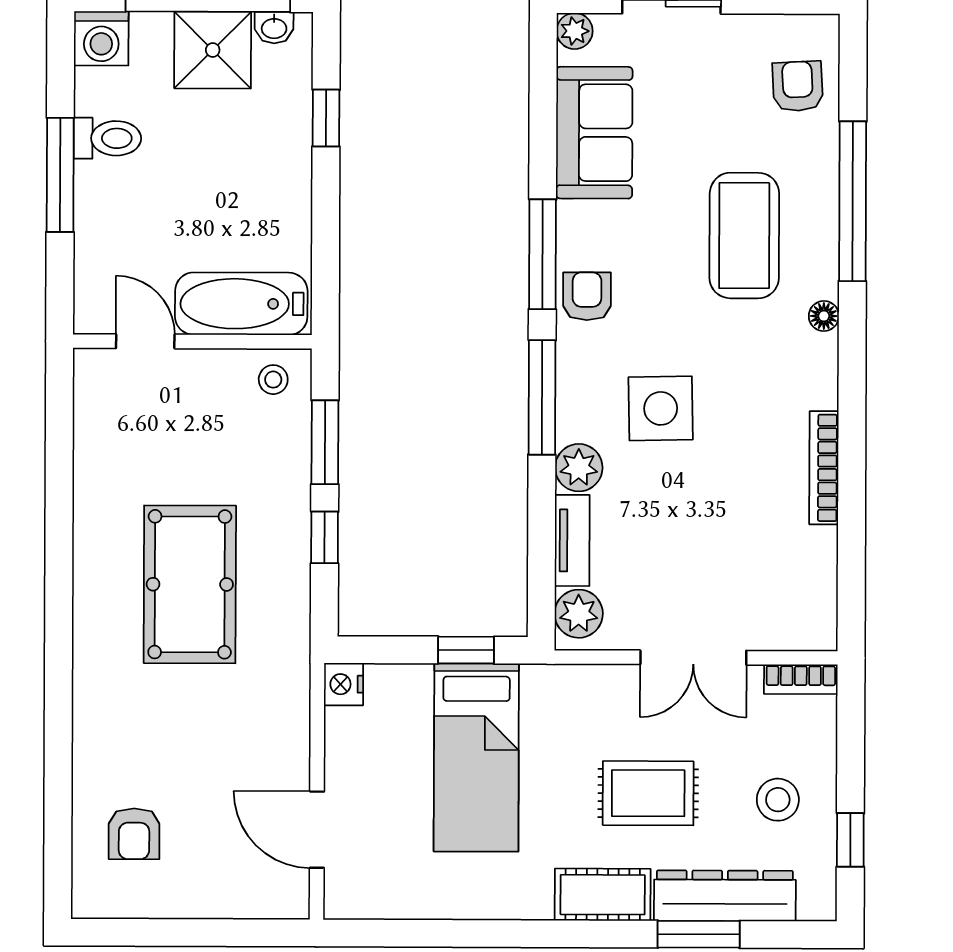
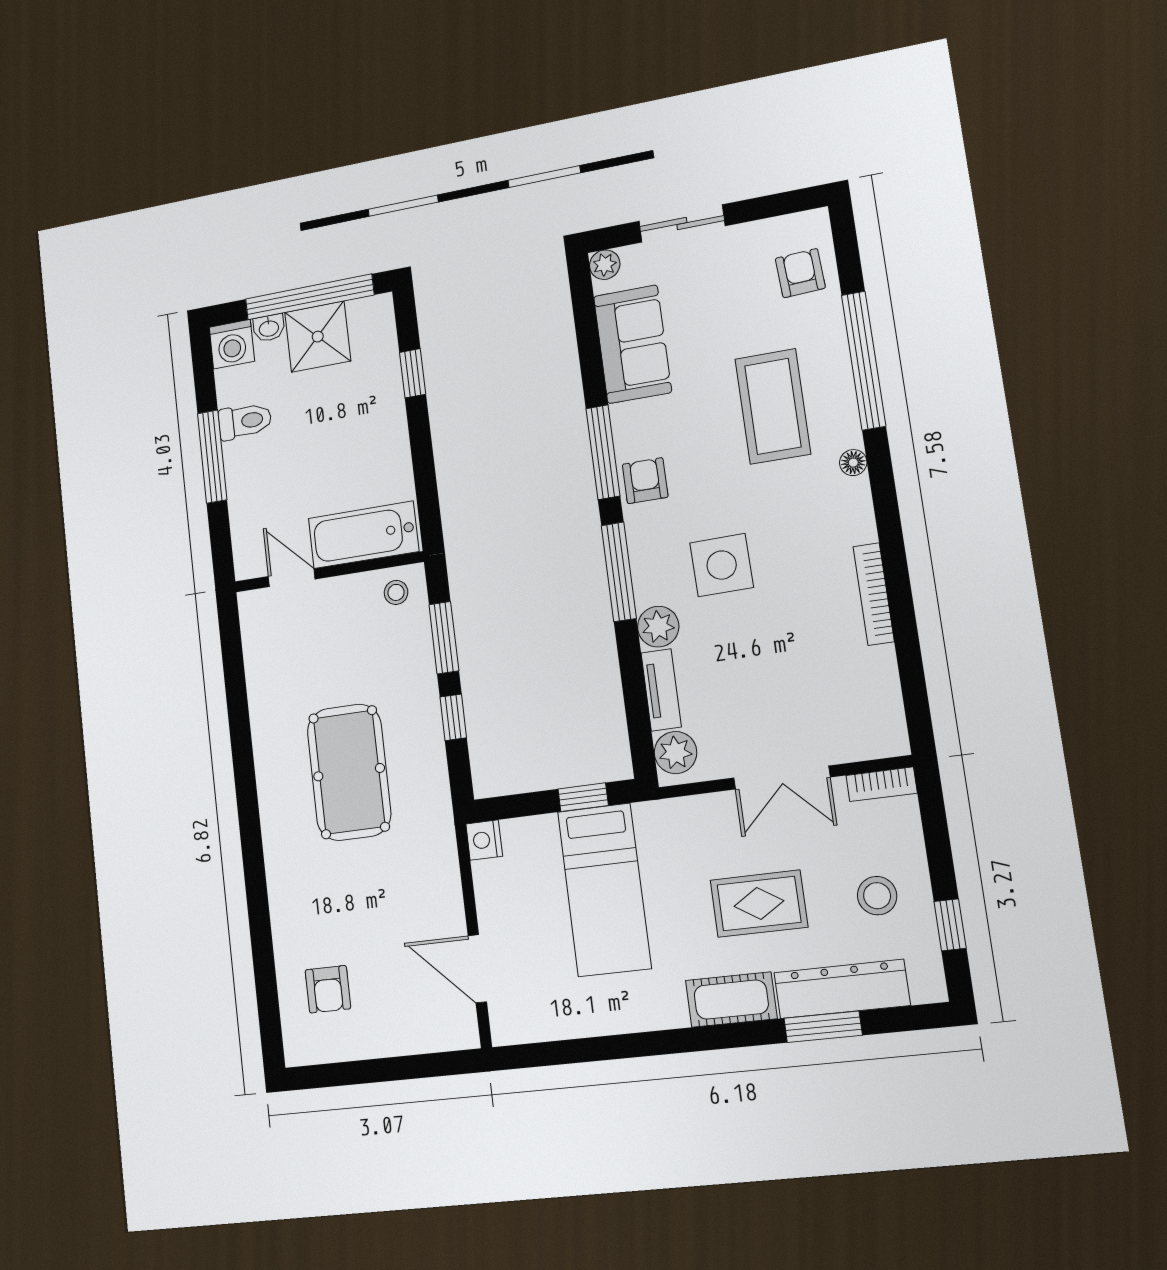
washbasin: (274, 28) -> (269, 328), moved

